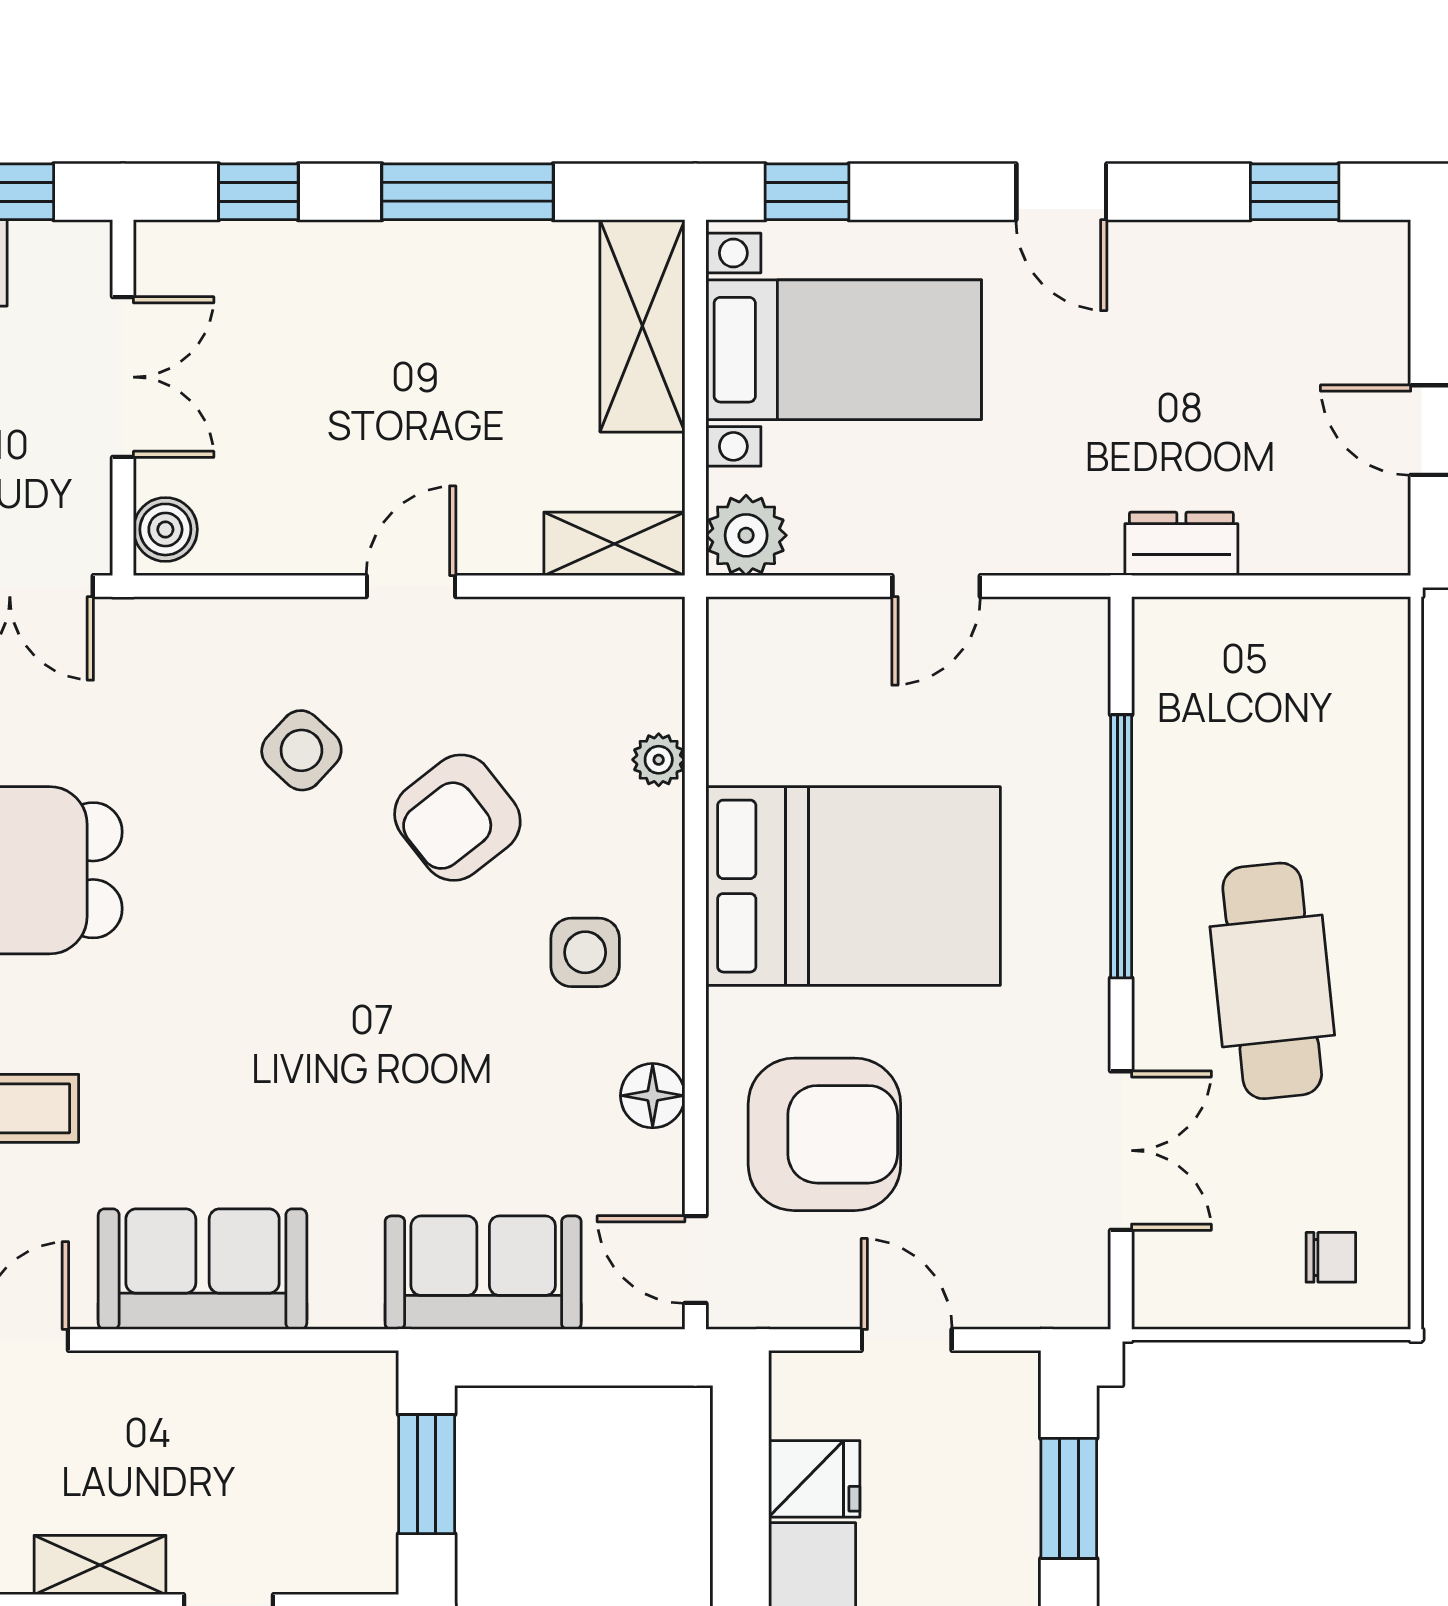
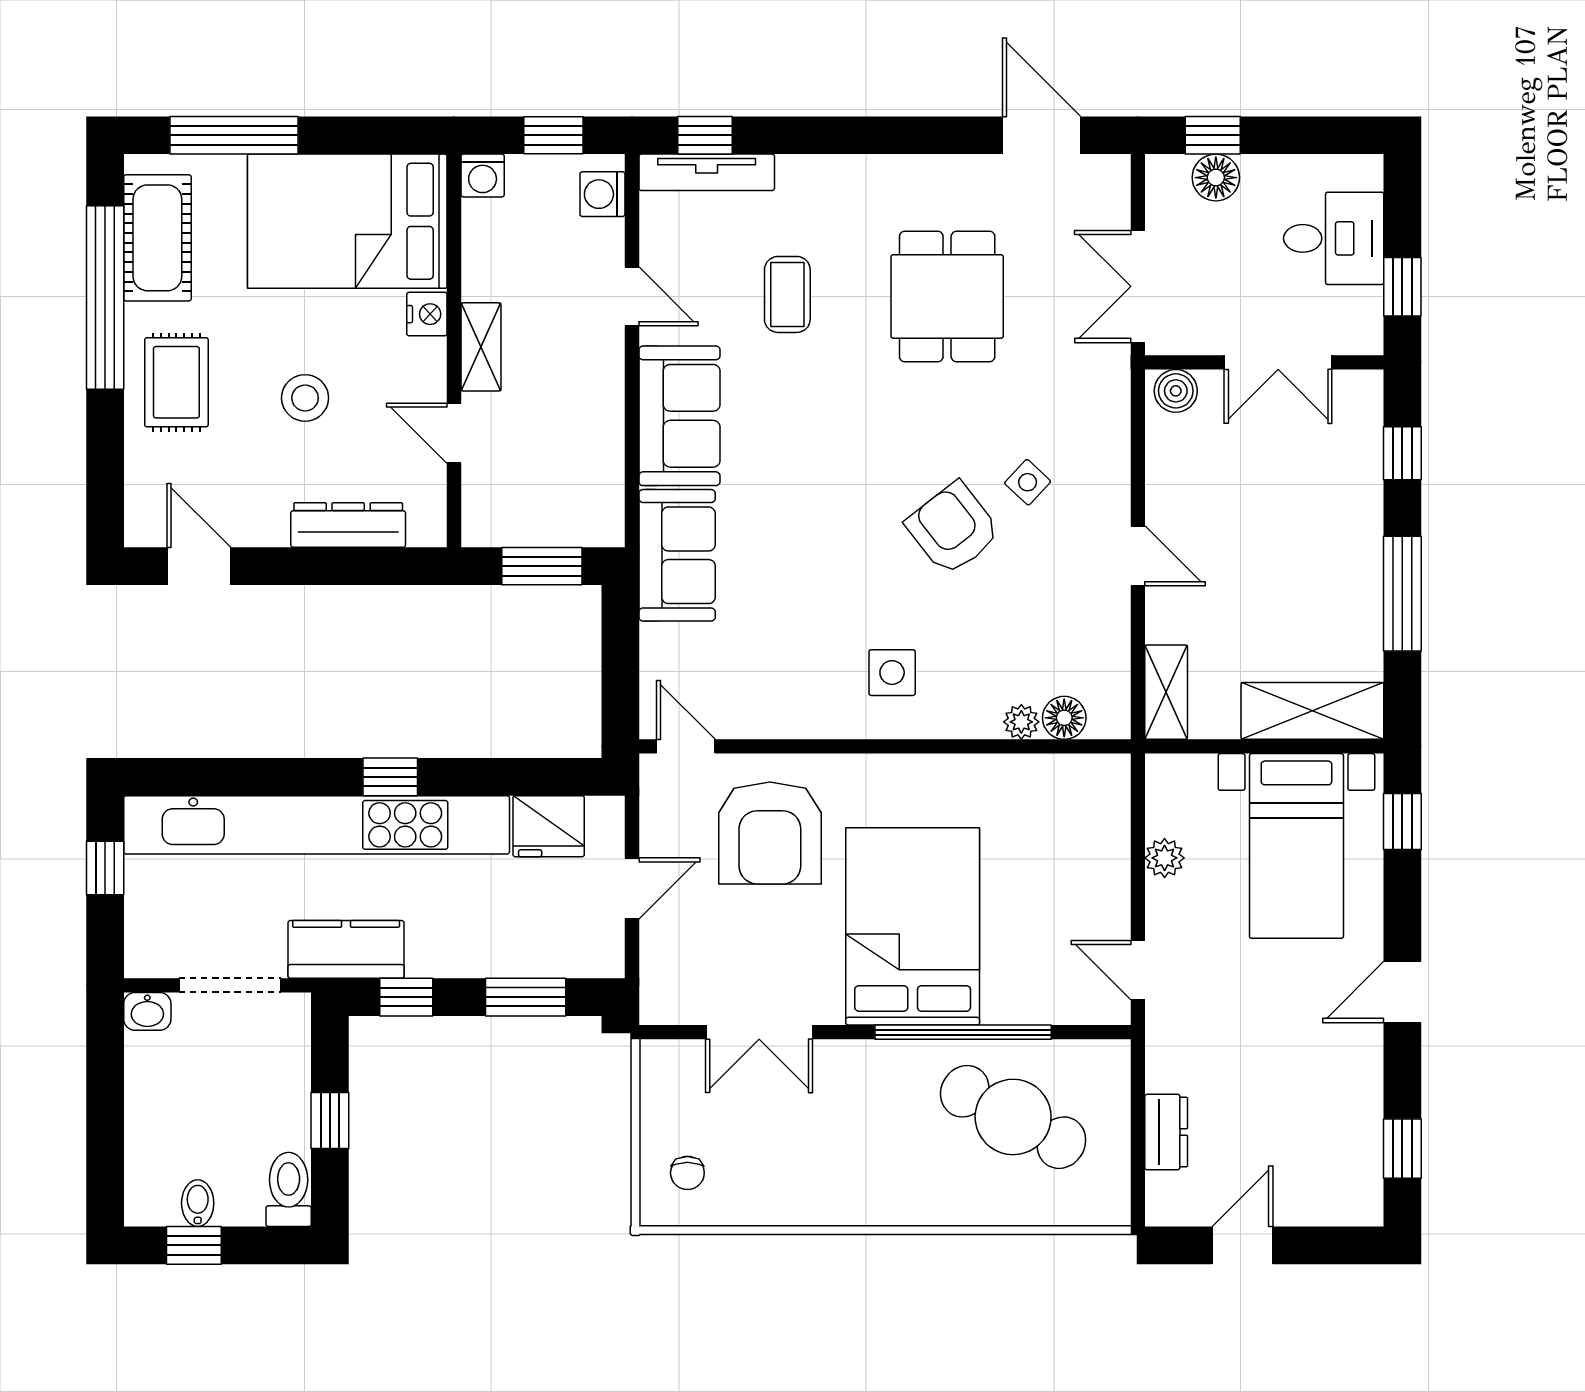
plant: (746, 535) -> (1165, 858), moved, width x0.73, depth x0.73
dresser: (1181, 544) -> (1166, 1132), moved
door: (936, 586) -> (1138, 970), moved
side table: (301, 750) -> (1028, 482), width x0.73, depth x0.73
armchair: (457, 818) -> (953, 529), moved
bed: (853, 886) -> (913, 926), moved, turned 180
cafe table: (1272, 981) -> (1013, 1117), moved, turned 34
floor lamp: (653, 1096) -> (1064, 718), moved
door: (695, 1260) -> (686, 746), hinge flipped
sofa: (483, 1273) -> (677, 555), moved
fridge: (814, 1479) -> (549, 826), width x1.38

